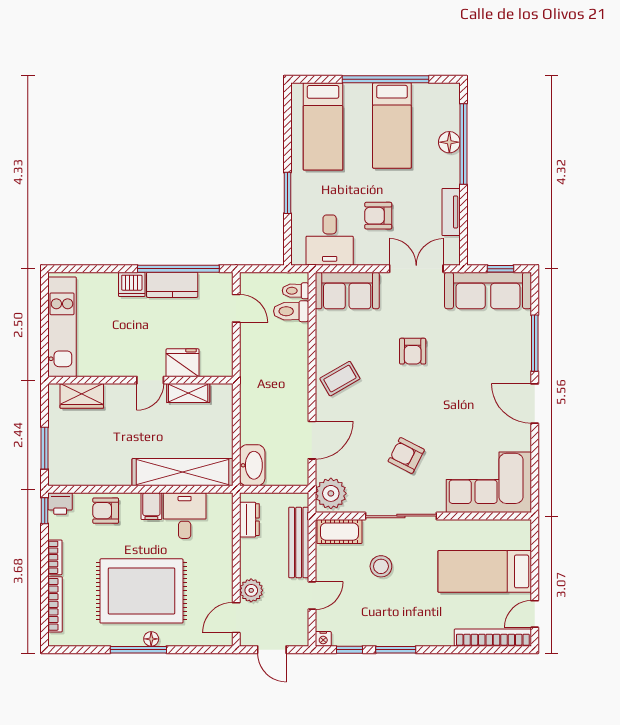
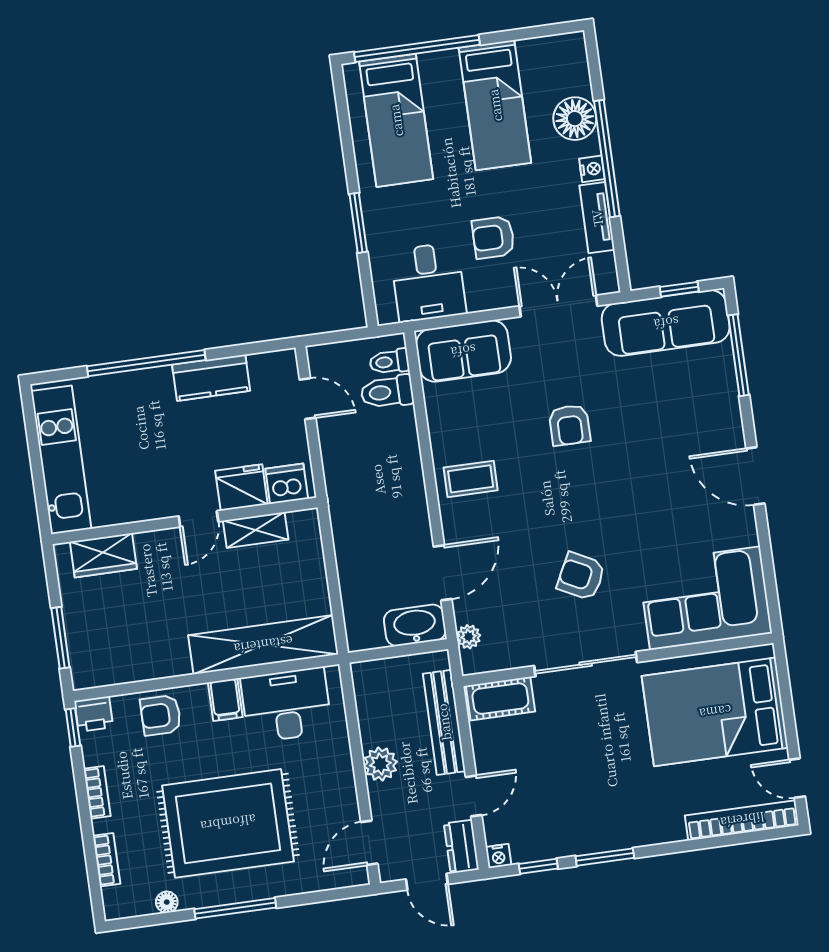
window: (386, 79) -> (417, 48), moved
floor lamp: (449, 142) -> (575, 119), width x1.38, depth x1.38
window: (463, 144) -> (607, 159), moved
nightstand: (452, 178) -> (592, 169), added
window: (178, 269) -> (146, 363), moved
dishwasher: (132, 284) -> (287, 484), moved, turned 180
window: (535, 343) -> (738, 355), moved
coffee table: (340, 379) -> (471, 479), turned 30
washbasin: (252, 465) -> (415, 625), moved, turned -90
plant: (331, 493) -> (469, 637), width x0.53, depth x0.53
desk: (185, 516) -> (286, 705), width x1.37
dresser: (249, 520) -> (461, 847), moved, turned 180
stool: (381, 566) -> (567, 740), removed
bed: (485, 571) -> (715, 712), width x1.50
plant: (251, 590) -> (380, 764), moved
bookcase: (55, 604) -> (107, 860), width x0.64
door: (535, 614) -> (797, 778), hinge flipped
floor lamp: (151, 639) -> (167, 902), moved

